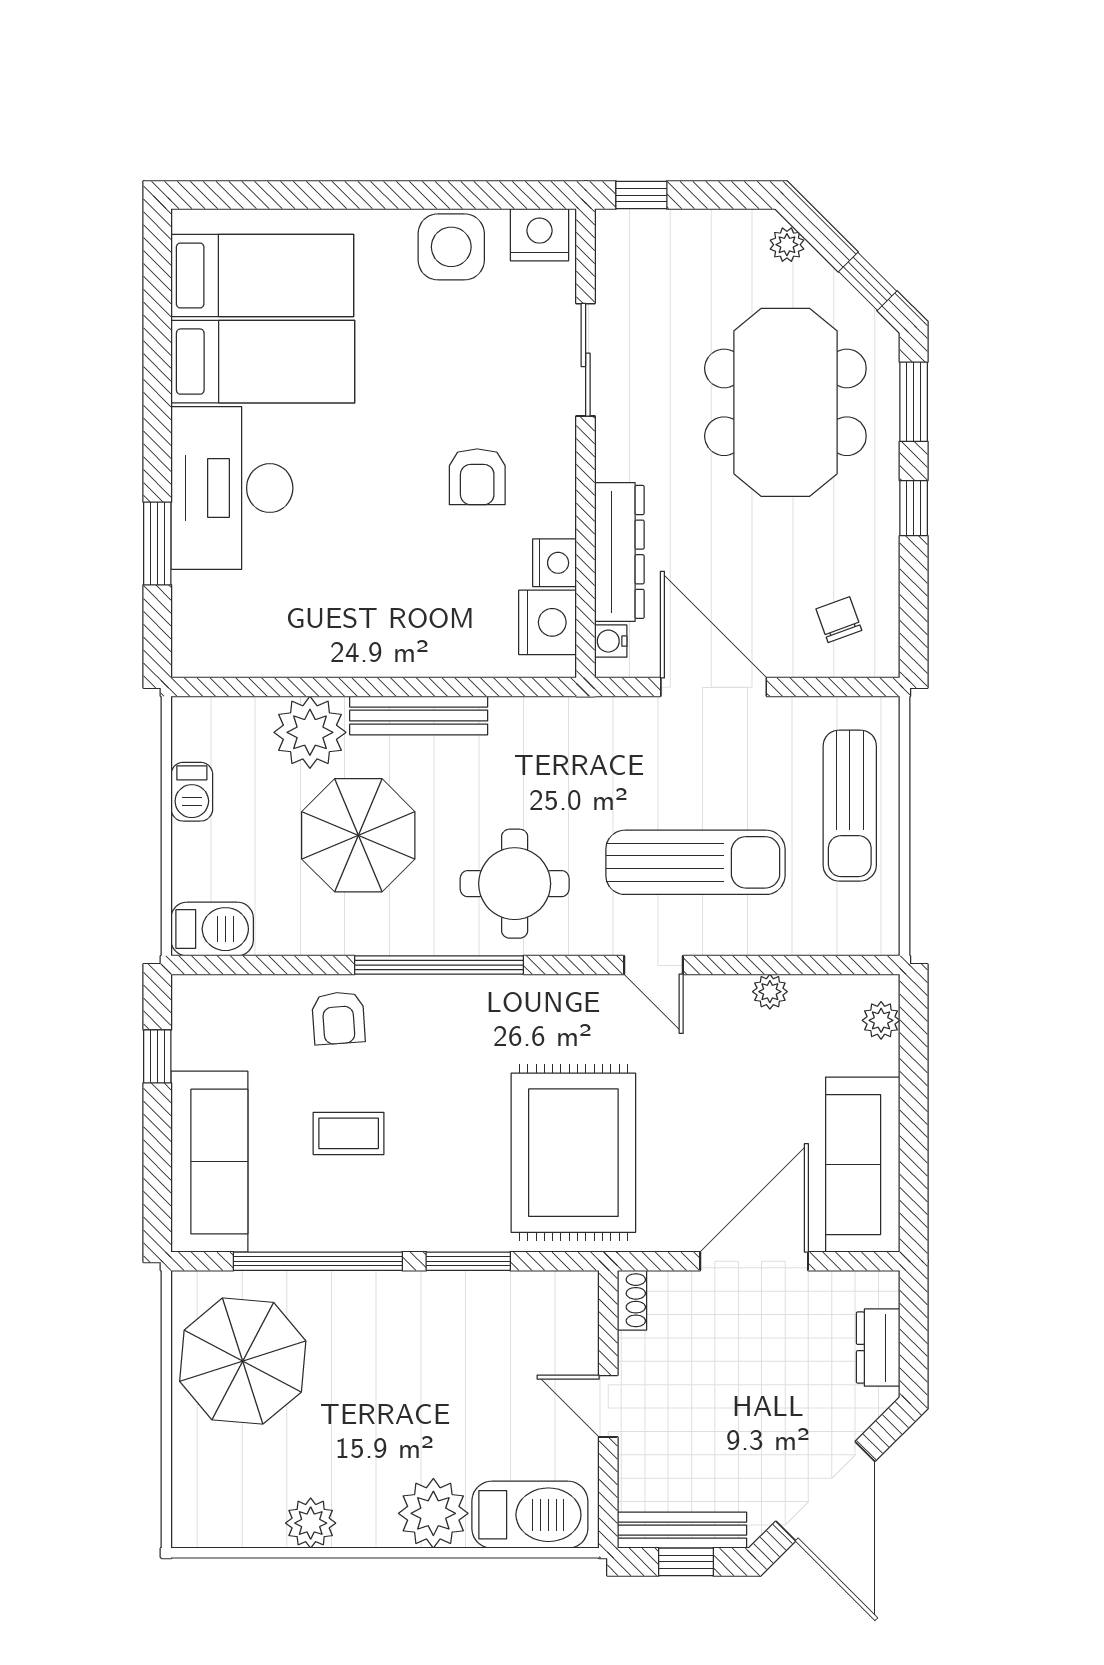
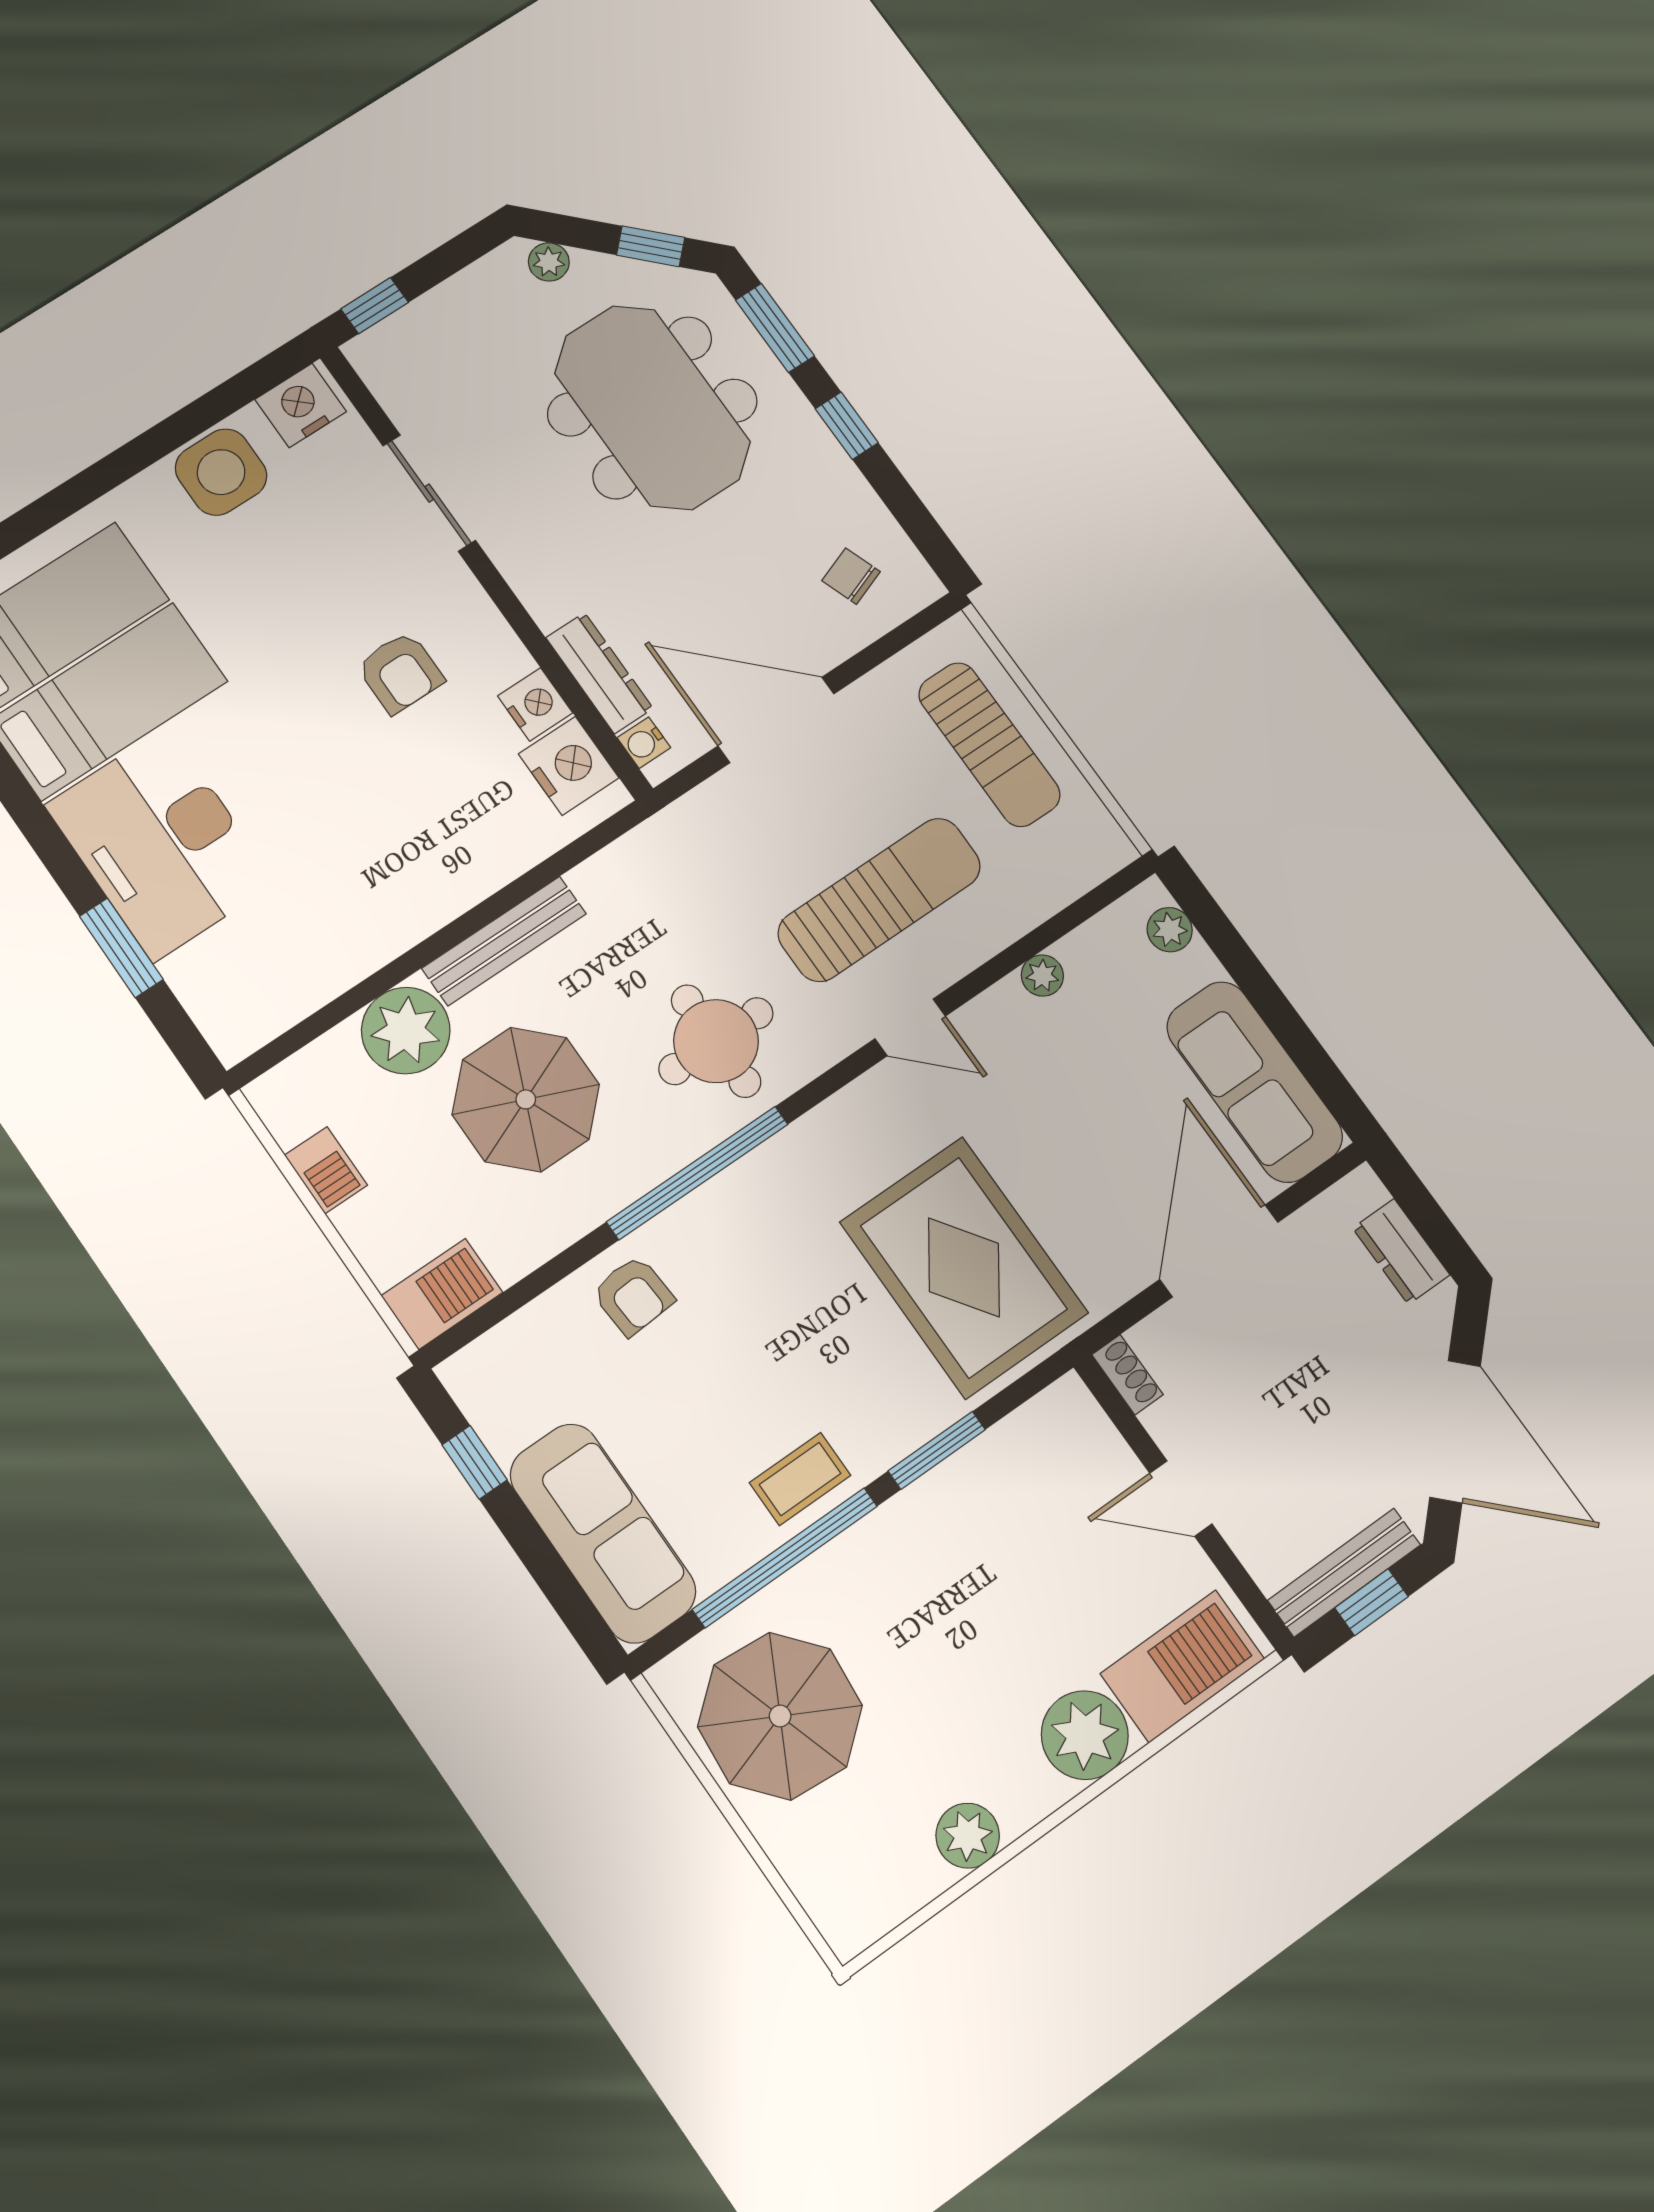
dresser: (619, 552) -> (599, 673), width x0.73, depth x0.80
coffee table: (349, 1133) -> (800, 1479), moved

